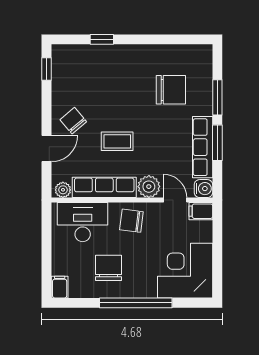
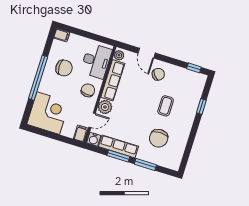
coffee table: (117, 141) -> (166, 106), moved

